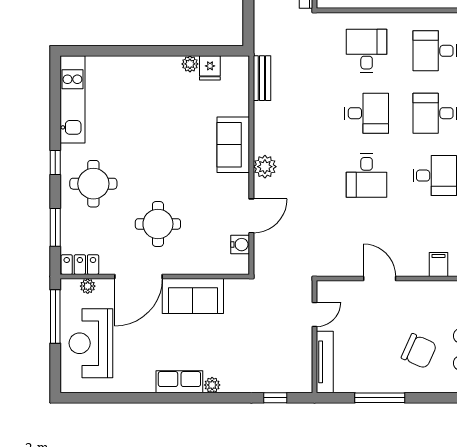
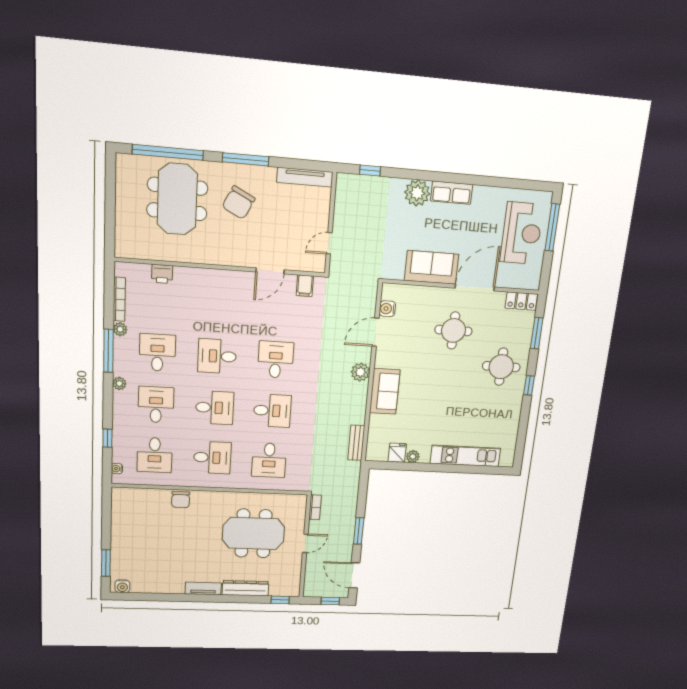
kitchen unit: (72, 99) -> (465, 456), moved, turned 90
desk: (367, 113) -> (272, 411), turned 180
filing cabinet: (438, 264) -> (305, 286), moved
door: (380, 278) -> (270, 271), hinge flipped
plant: (88, 286) -> (518, 282), removed
window: (55, 317) -> (552, 227), moved
chair: (419, 351) -> (239, 203), turned -87
tv unit: (325, 362) -> (305, 177), moved, turned -90
plant: (212, 385) -> (417, 193), width x1.88, depth x1.88
window: (380, 398) -> (246, 159), moved

